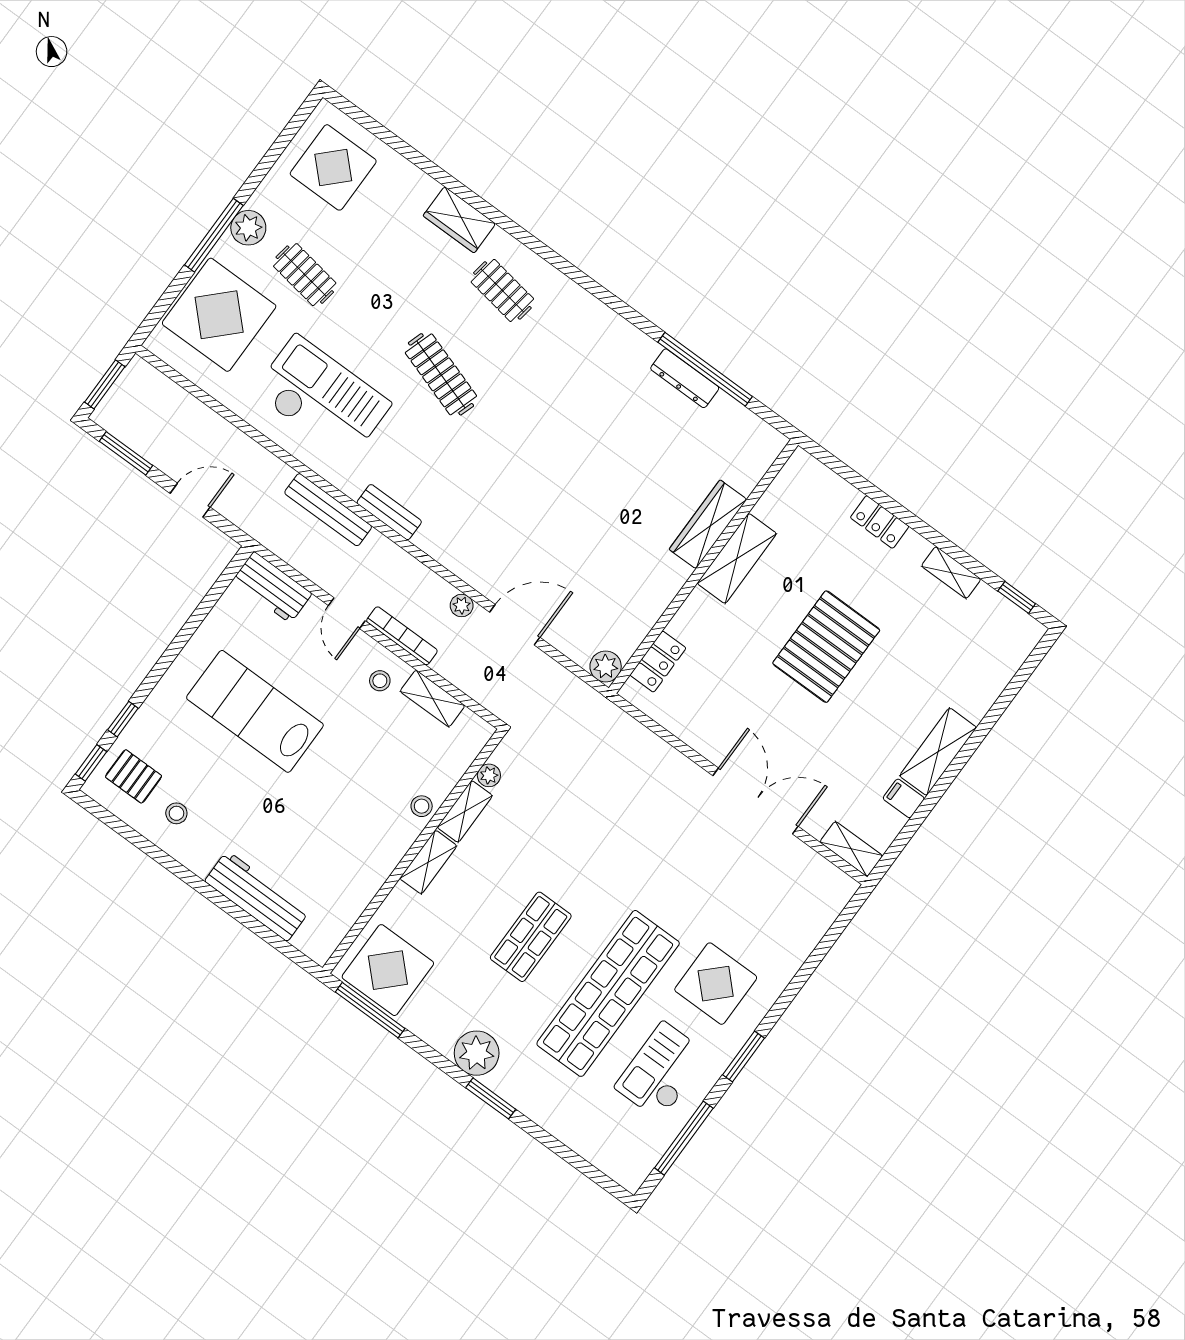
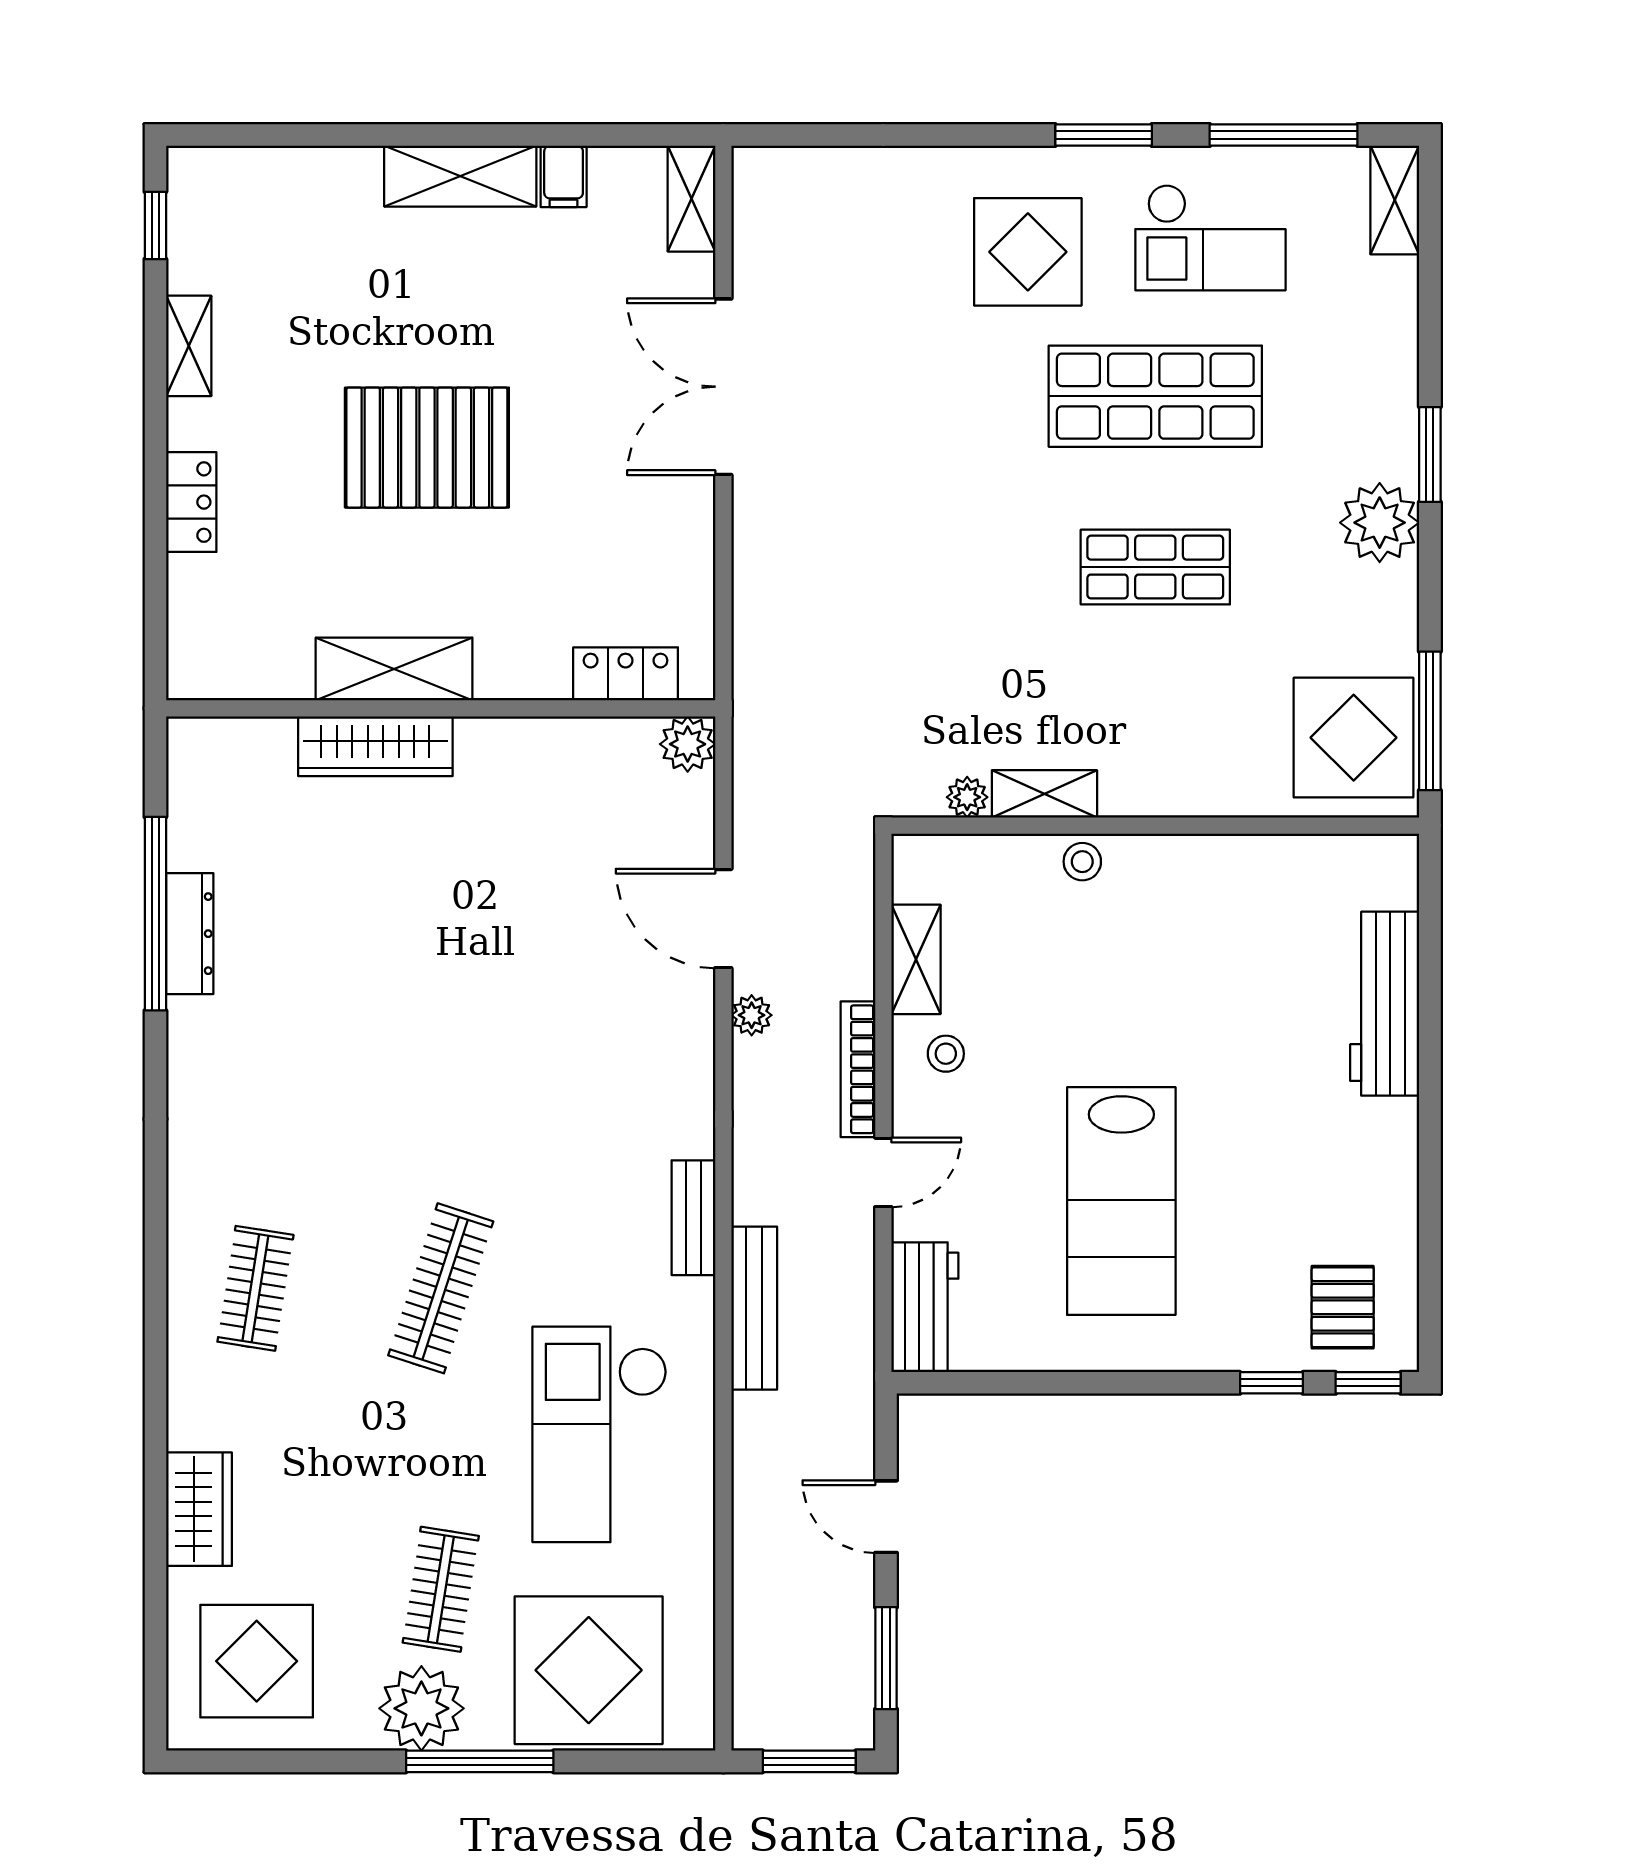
wardrobe: (459, 220) -> (199, 1509), moved
plant: (248, 228) -> (421, 1708), width x1.36, depth x1.36
stool: (176, 813) -> (1351, 1207), removed
shelving: (428, 862) -> (1395, 200), moved, turned 90
shop shelf: (608, 993) -> (1155, 396), width x0.71

